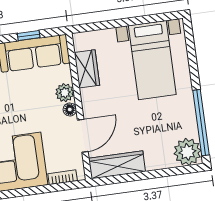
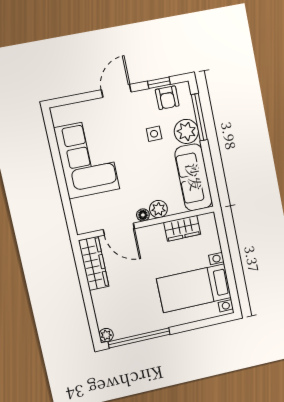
window: (29, 35) -> (210, 171), removed
plant: (187, 152) -> (106, 335), width x0.53, depth x0.53
bookcase: (63, 177) -> (78, 213), removed

